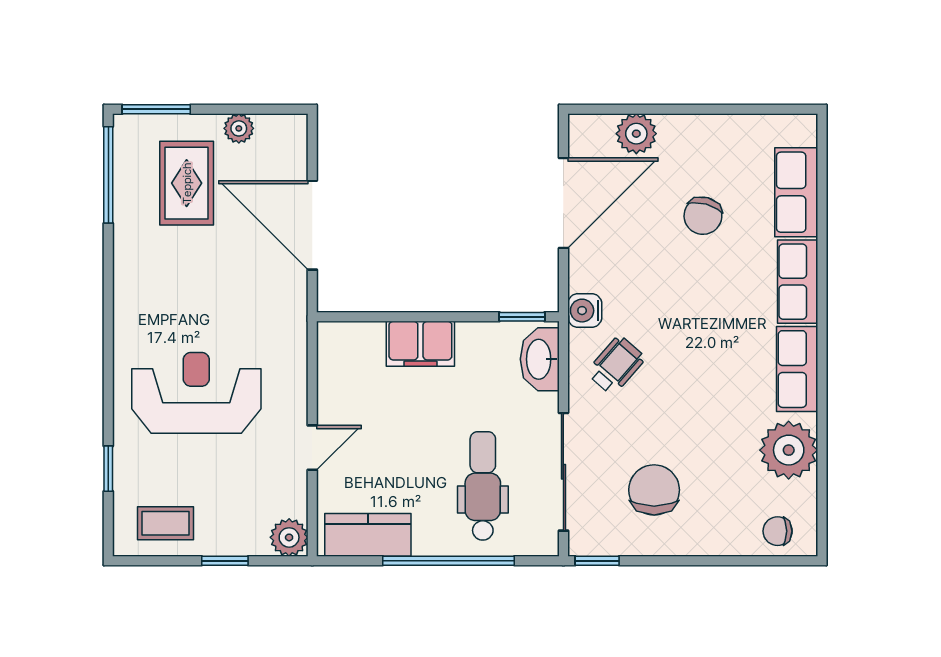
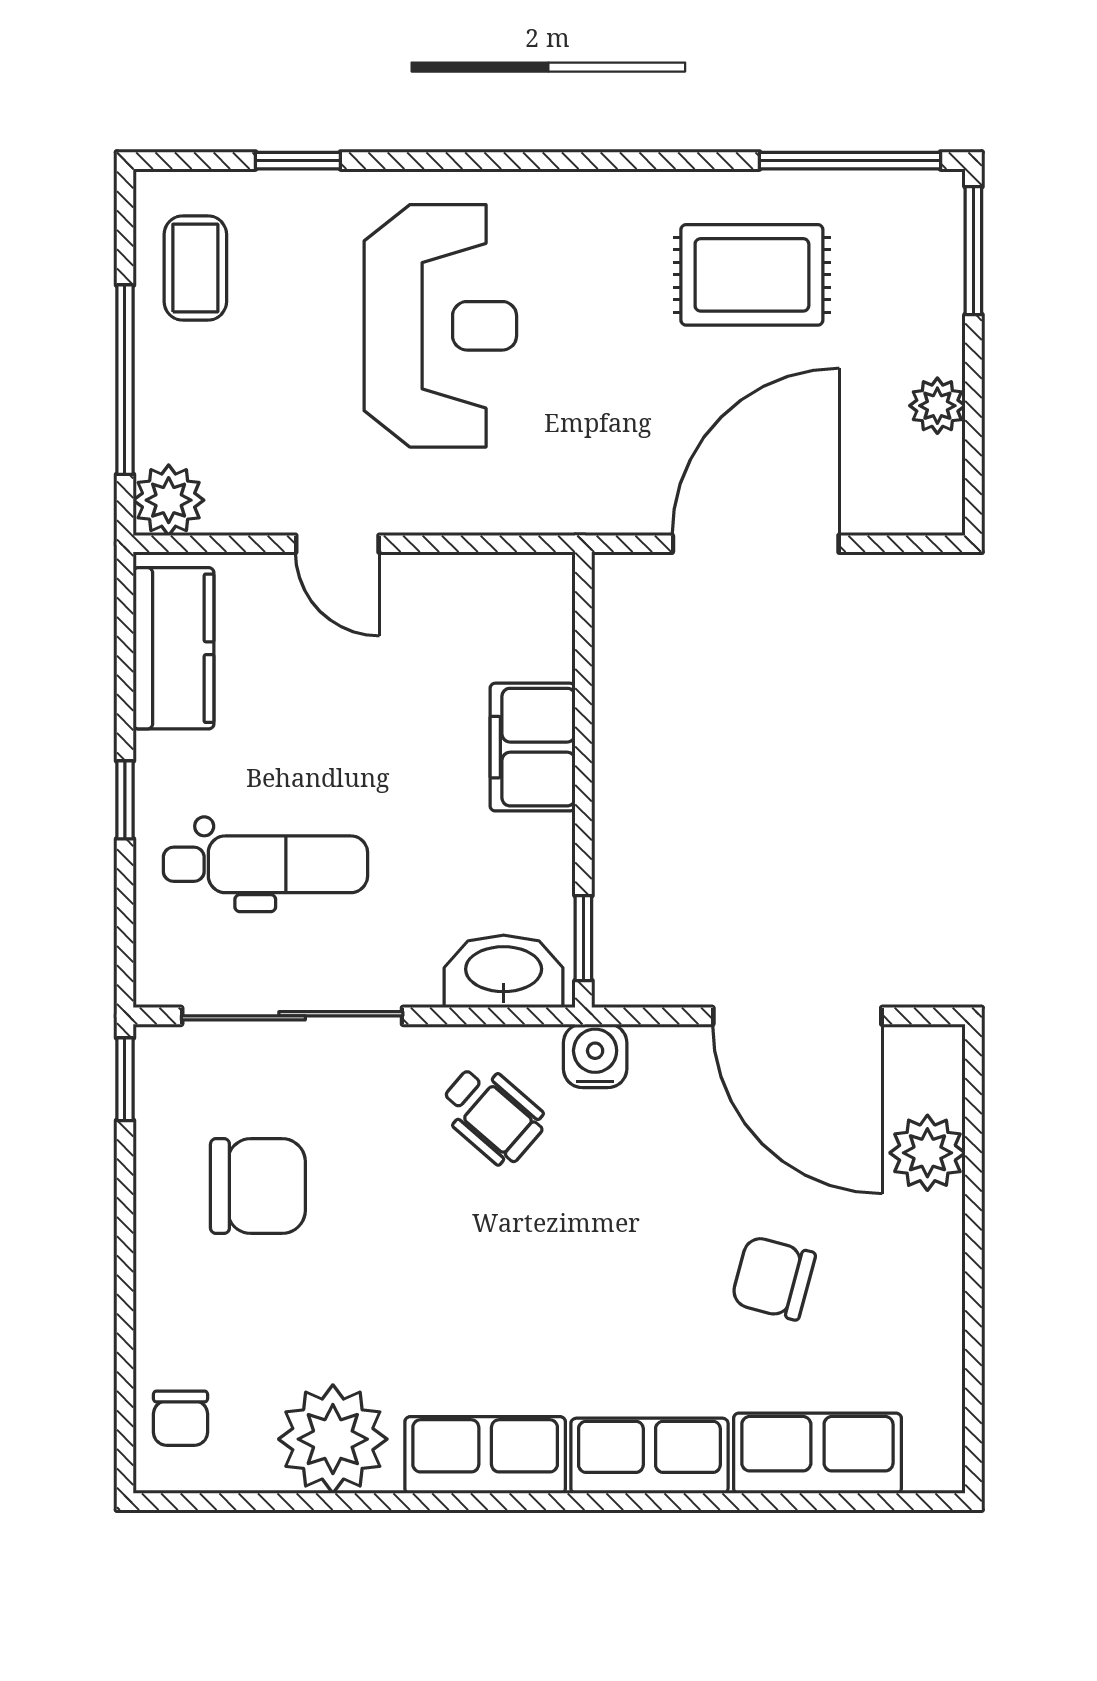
rug: (187, 183) -> (752, 275), moved
chair: (778, 531) -> (181, 1418), turned 180
window: (225, 561) -> (125, 380), width x2.17
window: (449, 561) -> (125, 800), width x0.32

